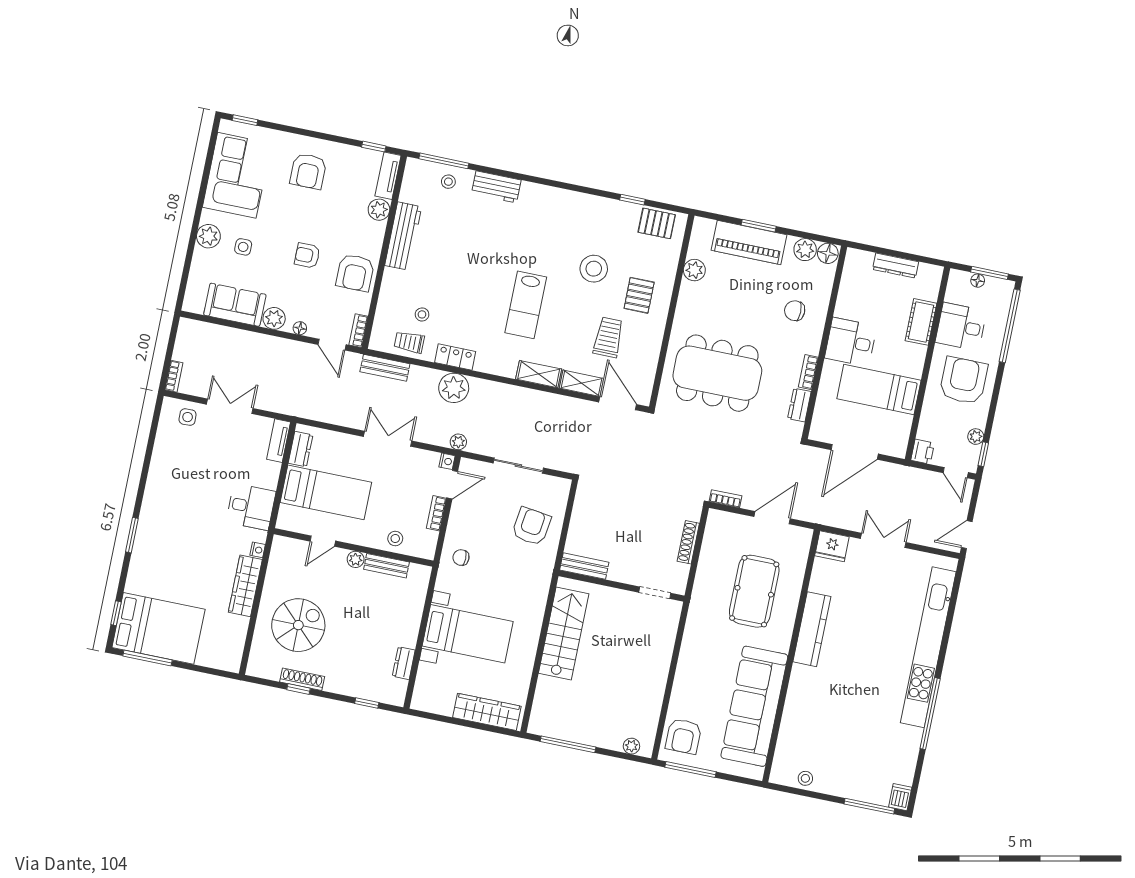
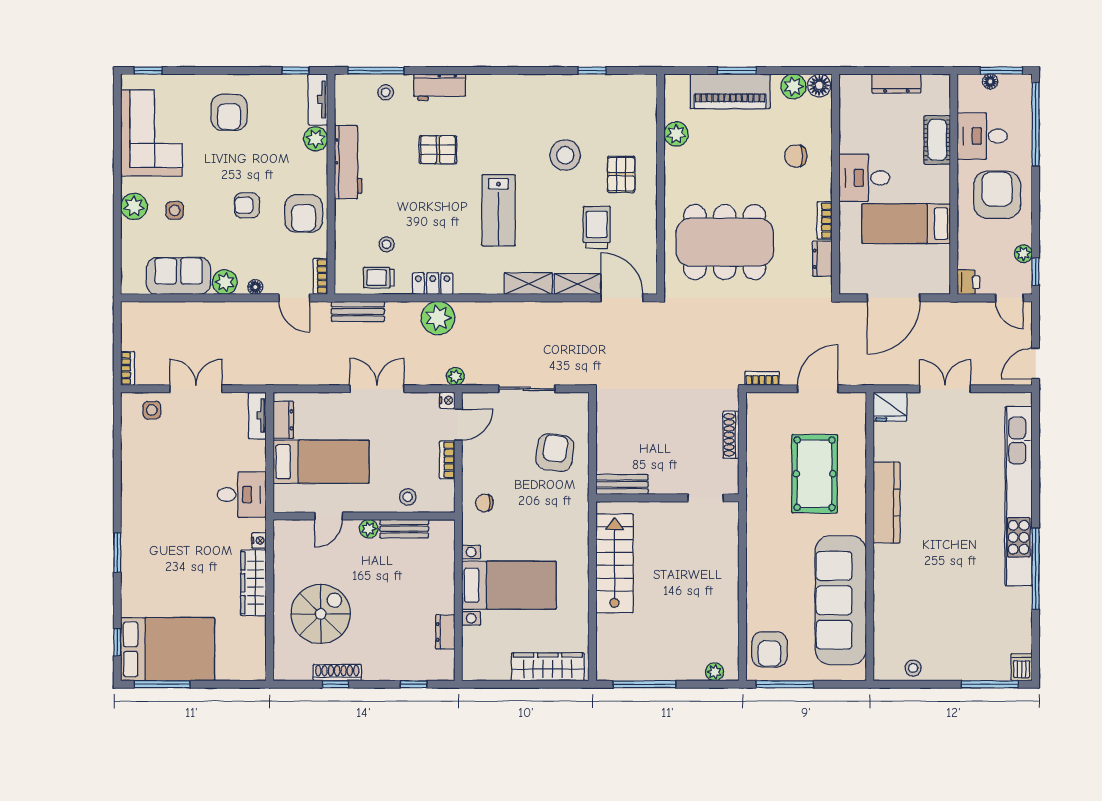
pallet: (657, 223) -> (438, 150), moved

